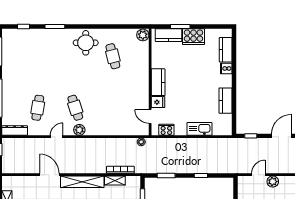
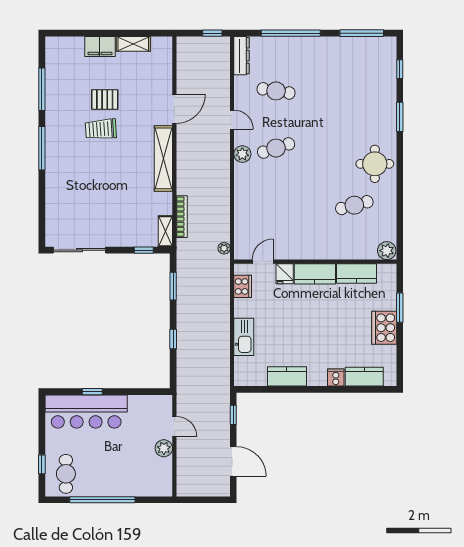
kitchen counter: (169, 35) -> (357, 274), moved, turned -90
shelving: (115, 180) -> (165, 231), moved

